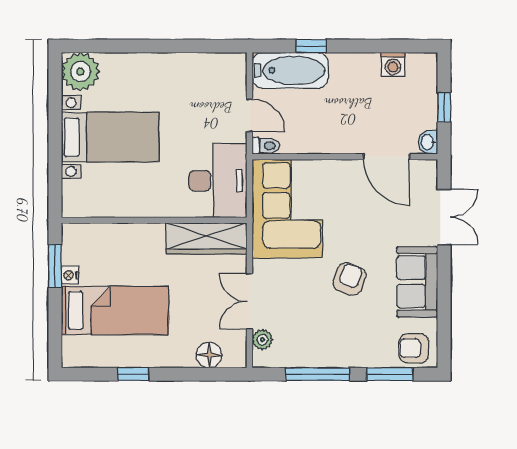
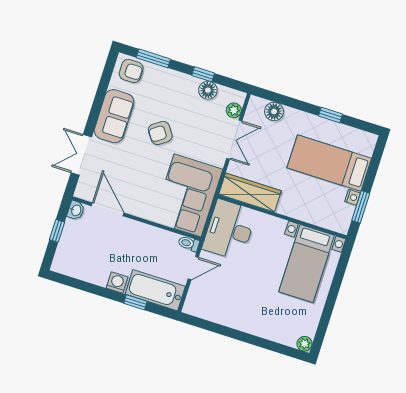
washing machine: (393, 64) -> (117, 283), moved
plant: (80, 72) -> (305, 344), width x0.53, depth x0.53
door: (249, 115) -> (193, 268), swing flipped
bed with nightstands: (110, 137) -> (306, 264), moved, turned -90
armchair: (350, 279) -> (160, 133), turned 34
floor lamp: (305, 355) -> (208, 90), added
window: (318, 374) -> (203, 74), width x0.46

